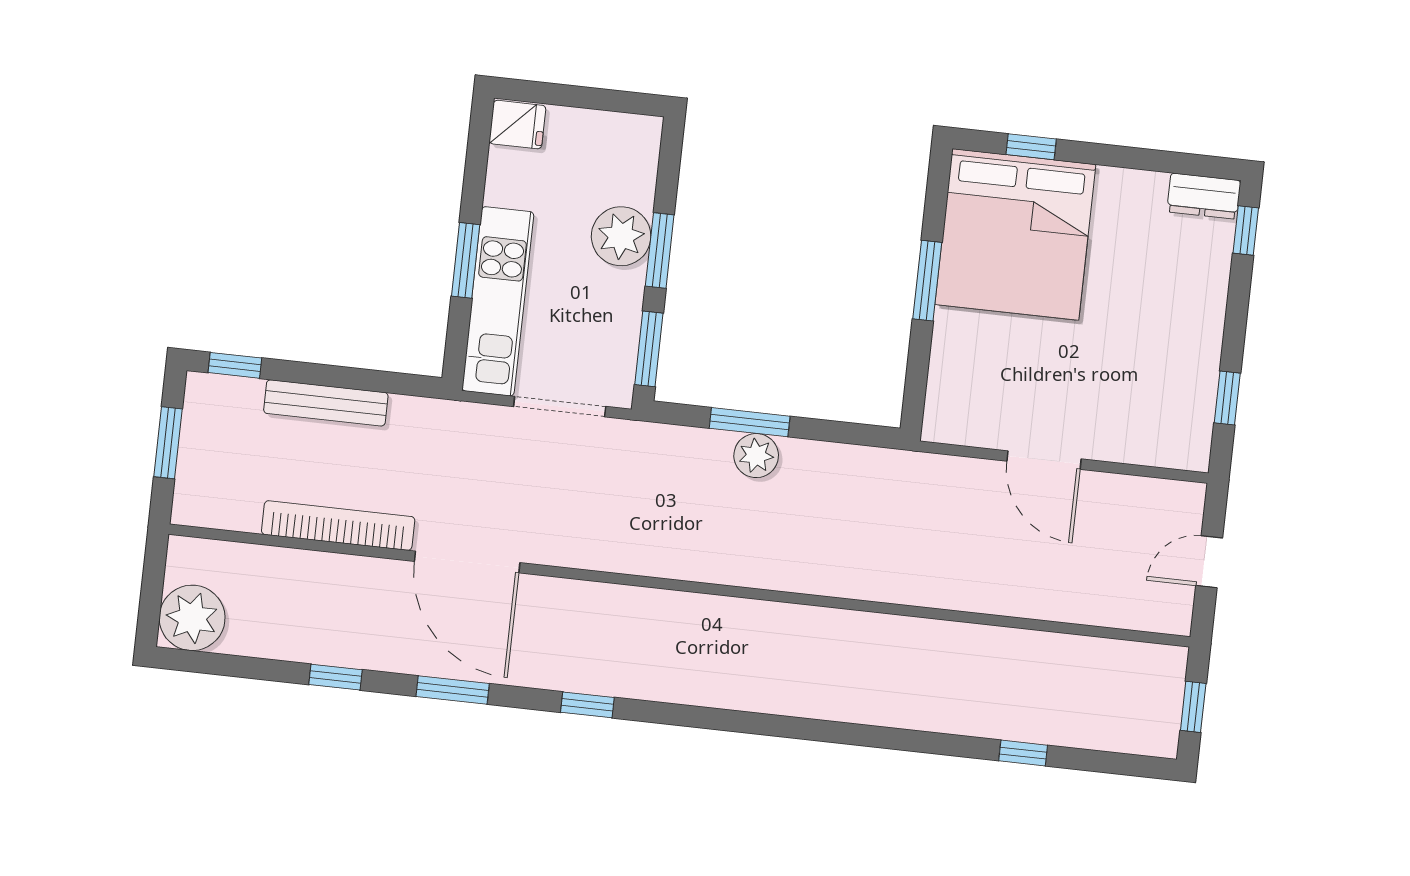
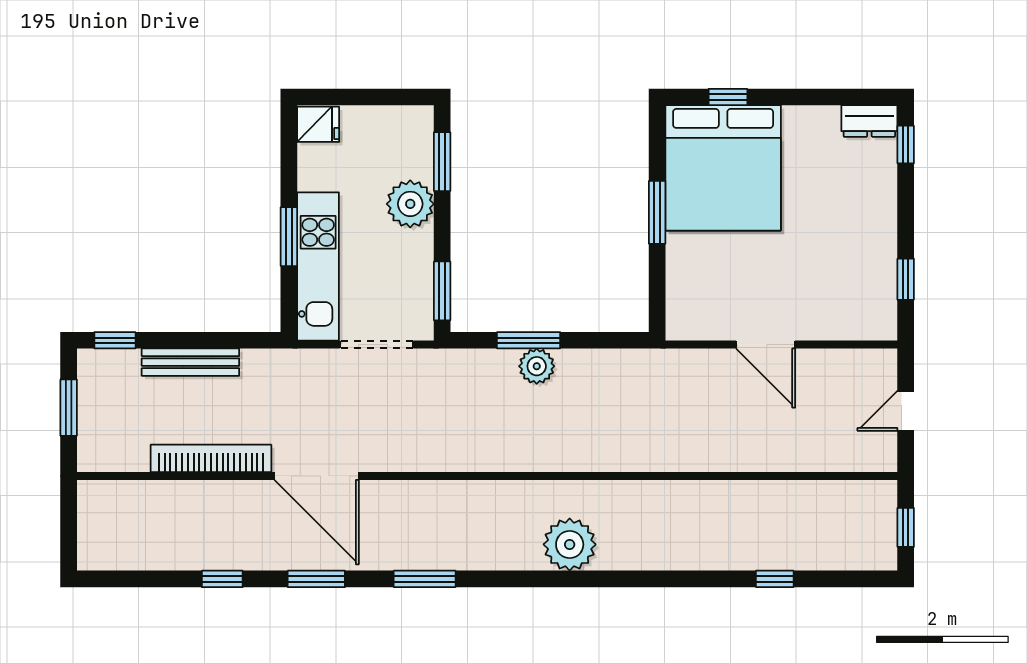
window: (660, 250) -> (442, 162), moved
plant: (192, 618) -> (570, 544), moved
window: (587, 705) -> (425, 579), width x1.50

